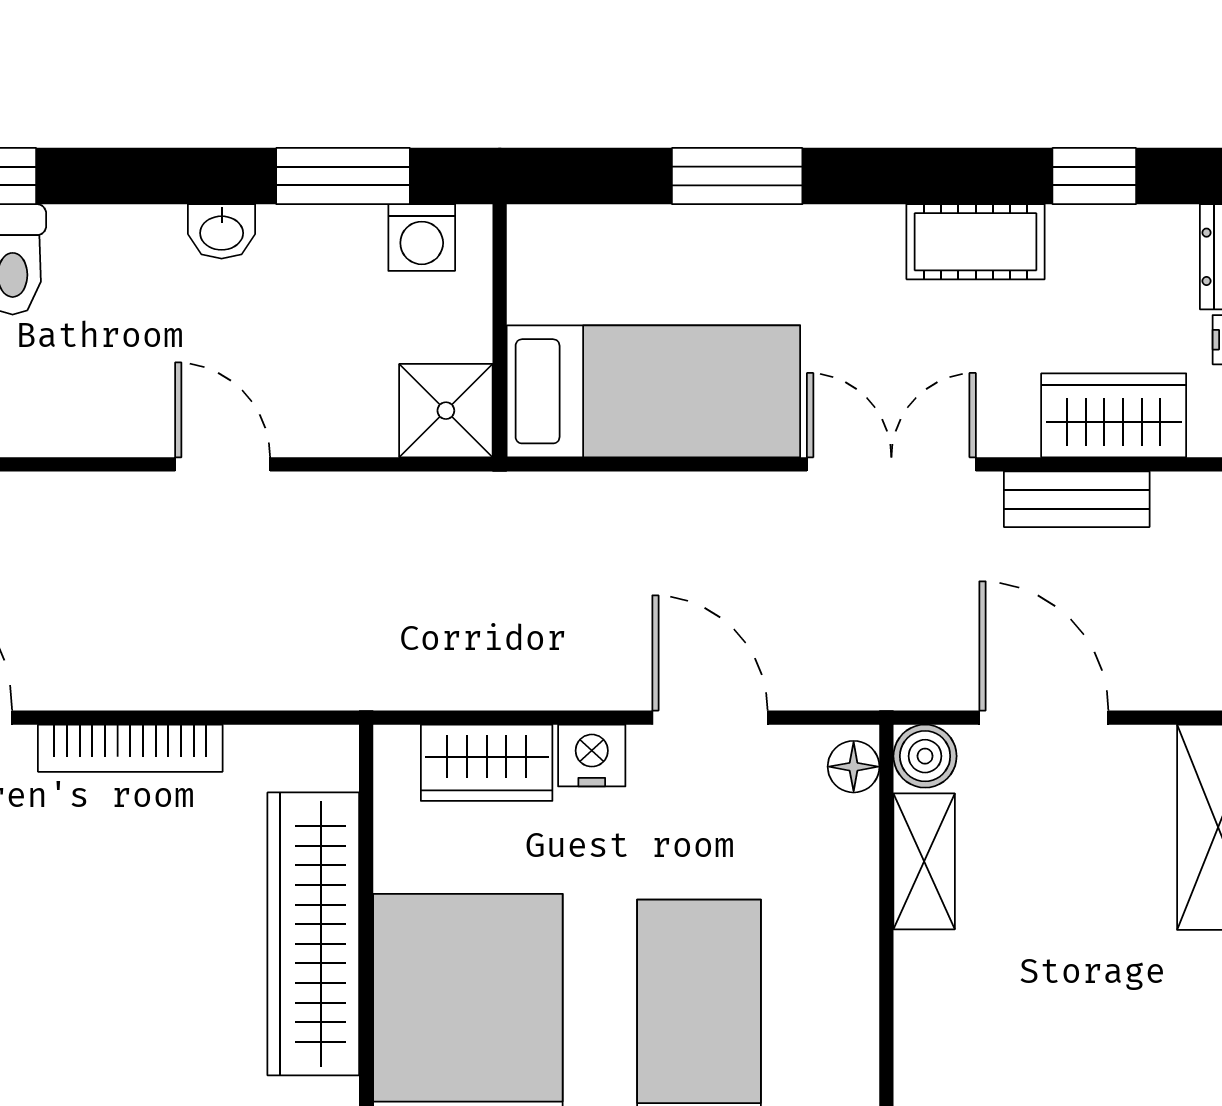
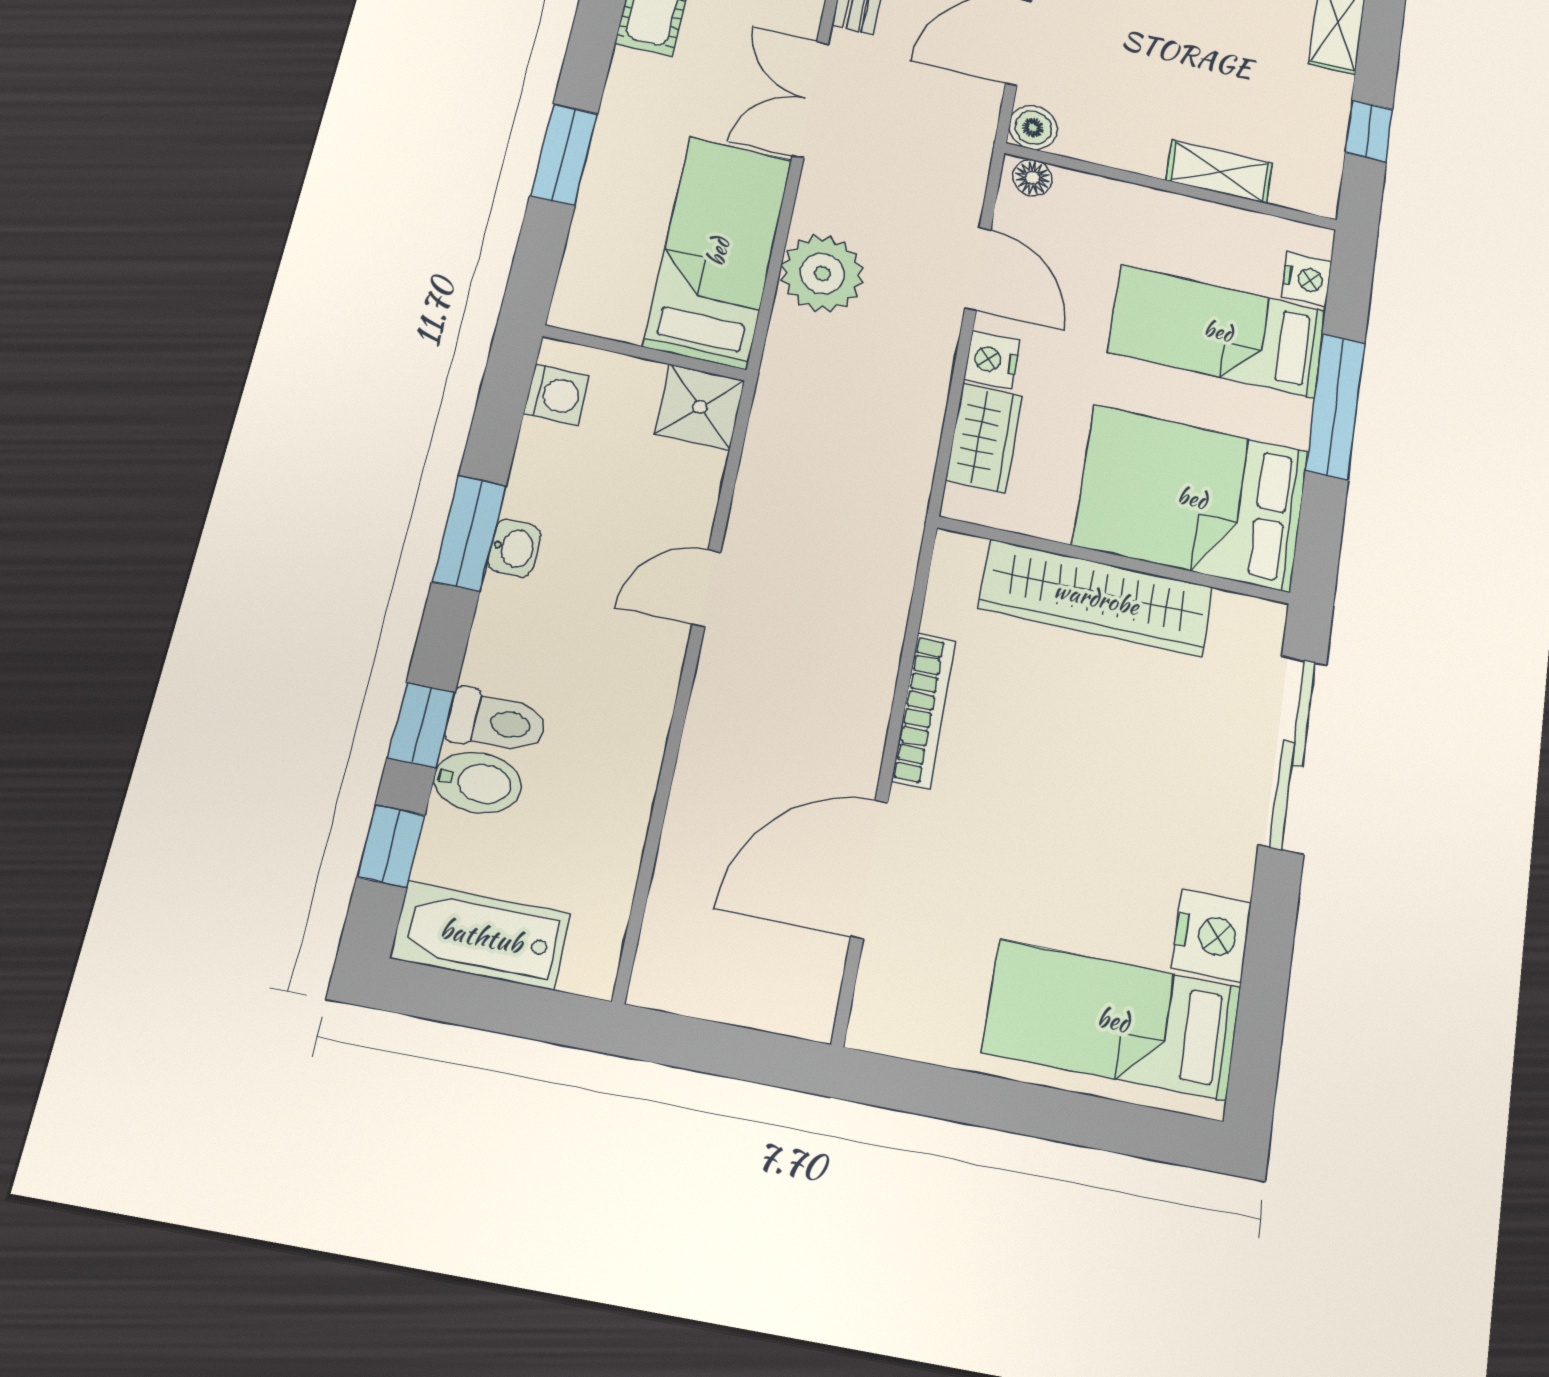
window: (343, 176) -> (469, 534), moved
plant: (656, 525) -> (822, 274), added
door: (710, 718) -> (978, 269), swing flipped
shelving: (924, 861) -> (1219, 172), moved

